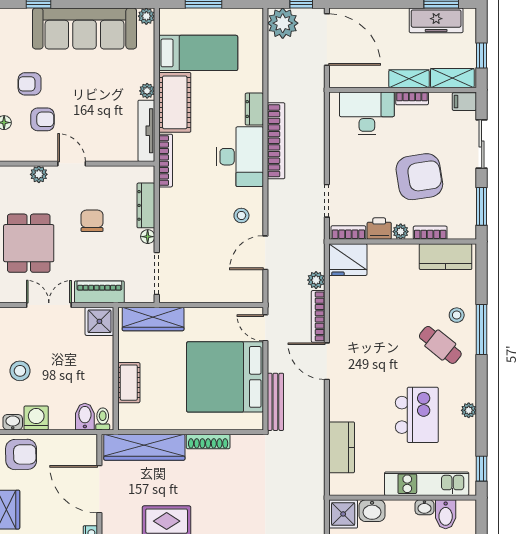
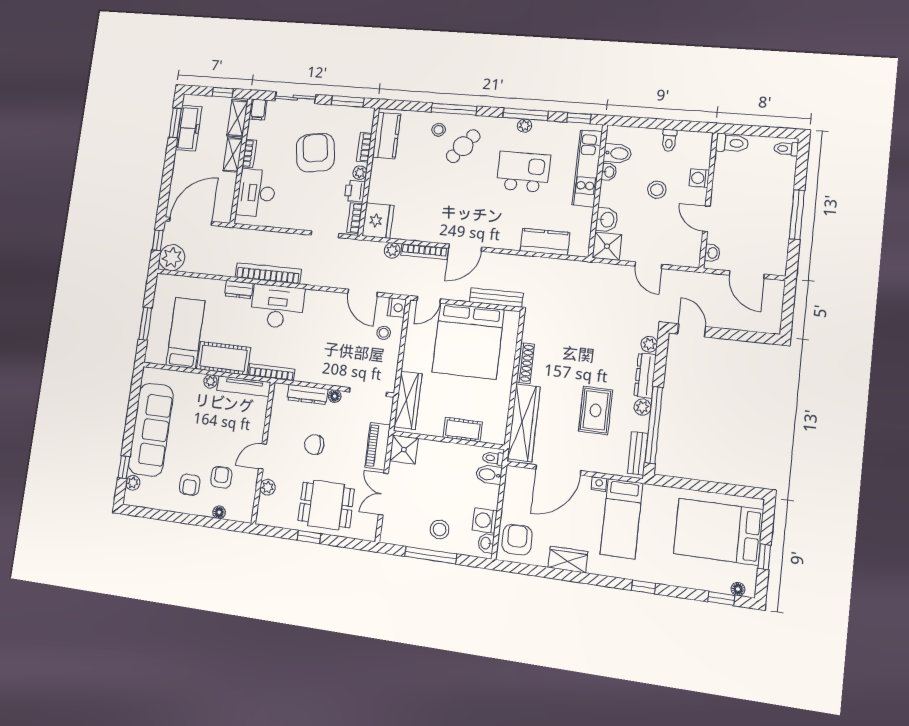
plant: (146, 16) -> (133, 483), moved
stool: (241, 215) -> (384, 333), moved
nightstand: (253, 293) -> (397, 308), added
window: (482, 410) -> (526, 114), added

